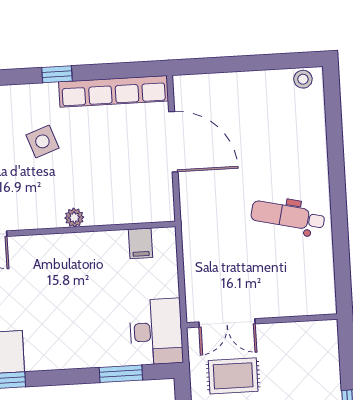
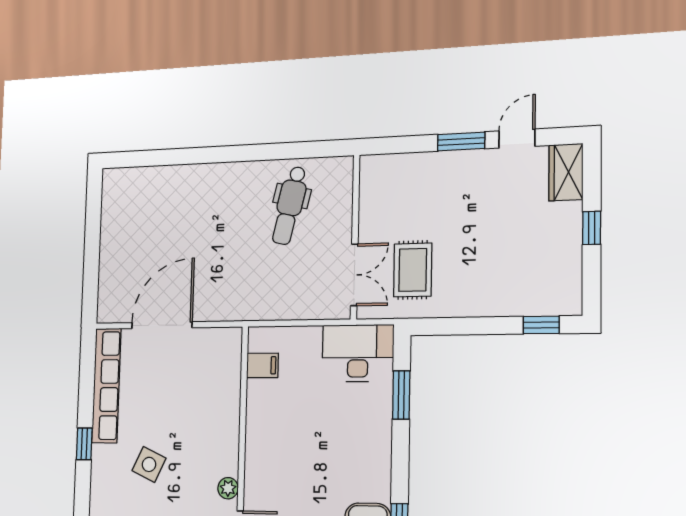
stool: (303, 79) -> (113, 189), removed
side table: (42, 141) -> (149, 464), turned 45
dental chair: (288, 216) -> (290, 205), moved
plant: (74, 218) -> (228, 488), moved

